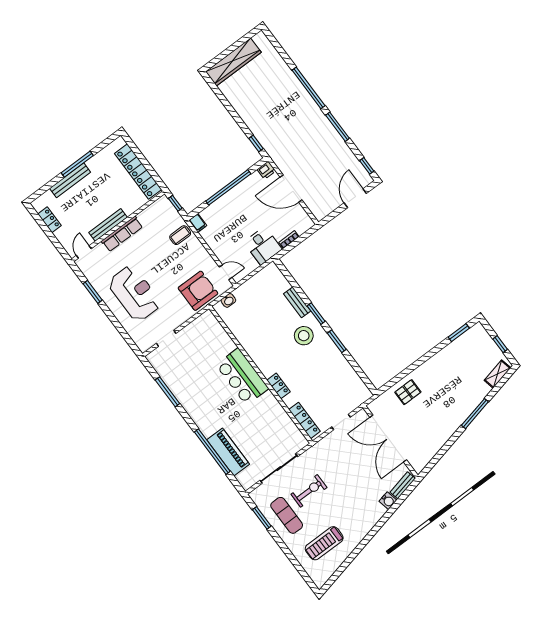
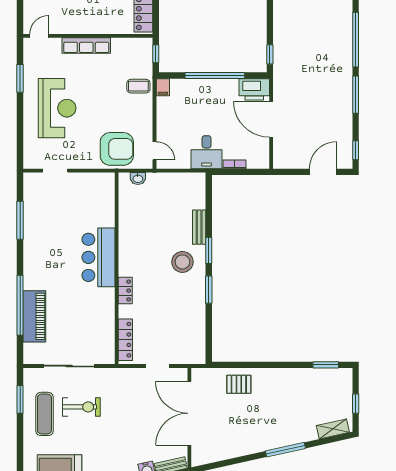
printer: (266, 170) -> (254, 89), width x1.87, depth x1.48
bench: (108, 225) -> (80, 28), removed

